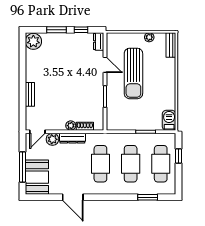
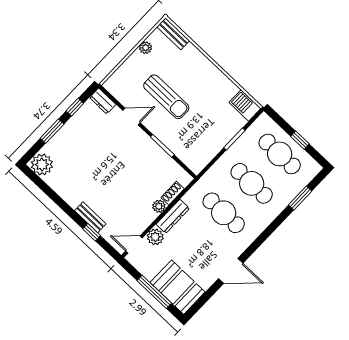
sun lounger: (133, 73) -> (166, 97), width x0.73, depth x0.75
window: (22, 103) -> (92, 232), added
door: (37, 132) -> (134, 244), swing flipped
window: (179, 156) -> (300, 140), moved

